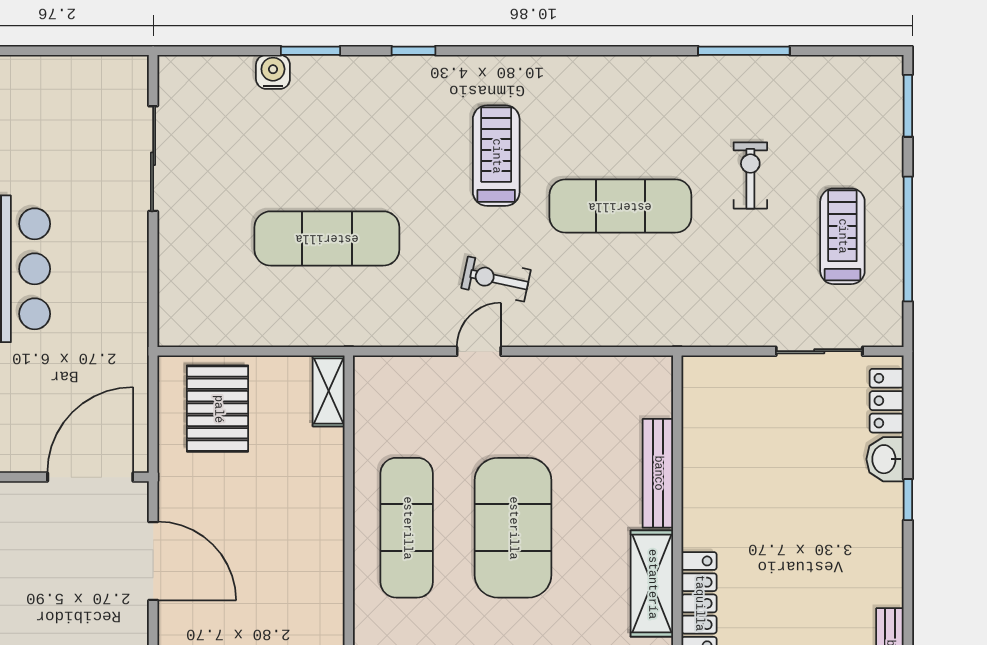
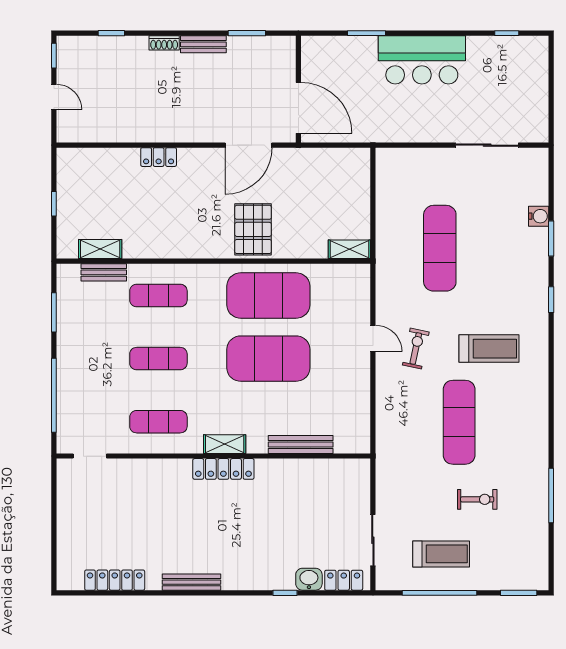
pallet: (218, 409) -> (253, 229), moved, turned 90
exercise mat: (407, 528) -> (268, 296), width x1.47
shelving: (652, 584) -> (225, 444), width x0.67, depth x0.75

